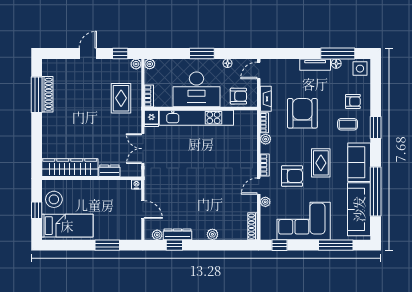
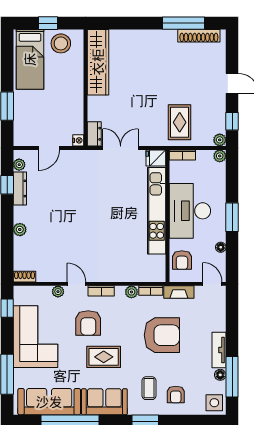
shoe rack: (47, 94) -> (199, 36), moved
rug: (121, 98) -> (180, 122), turned 90
dresser: (109, 171) -> (94, 134), moved
shoe rack: (252, 226) -> (25, 277), width x0.70

